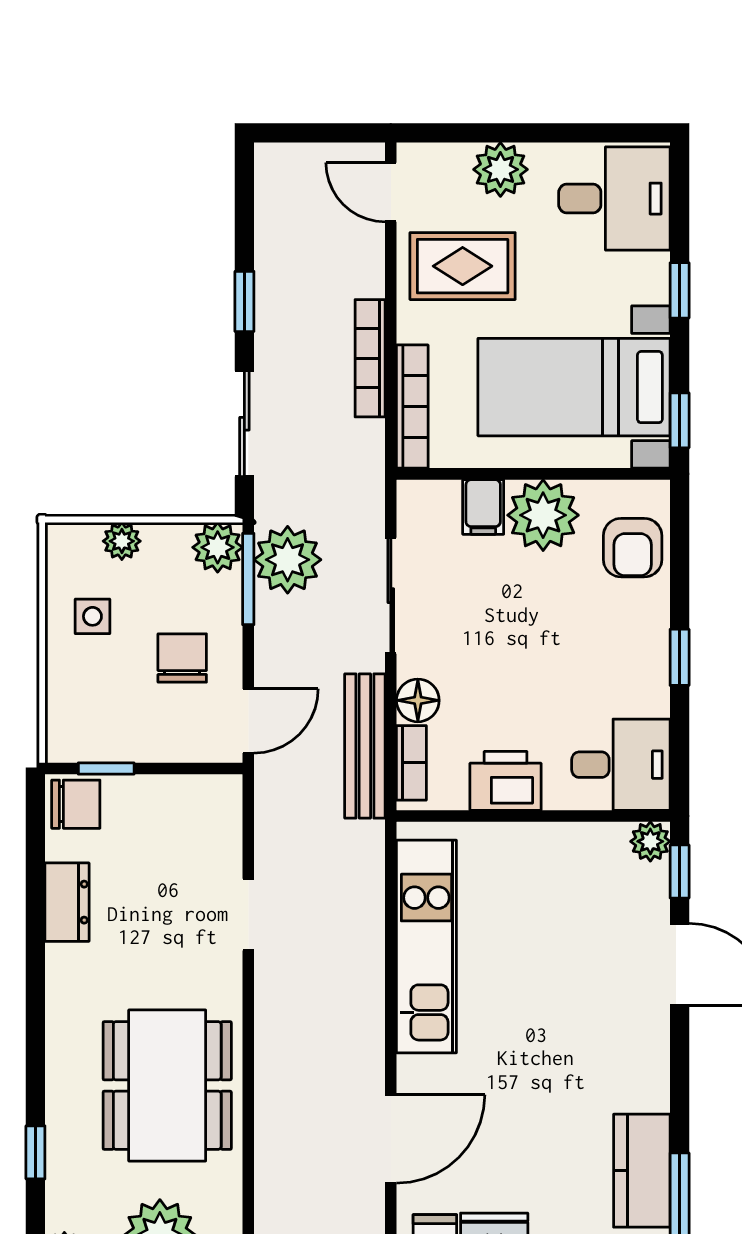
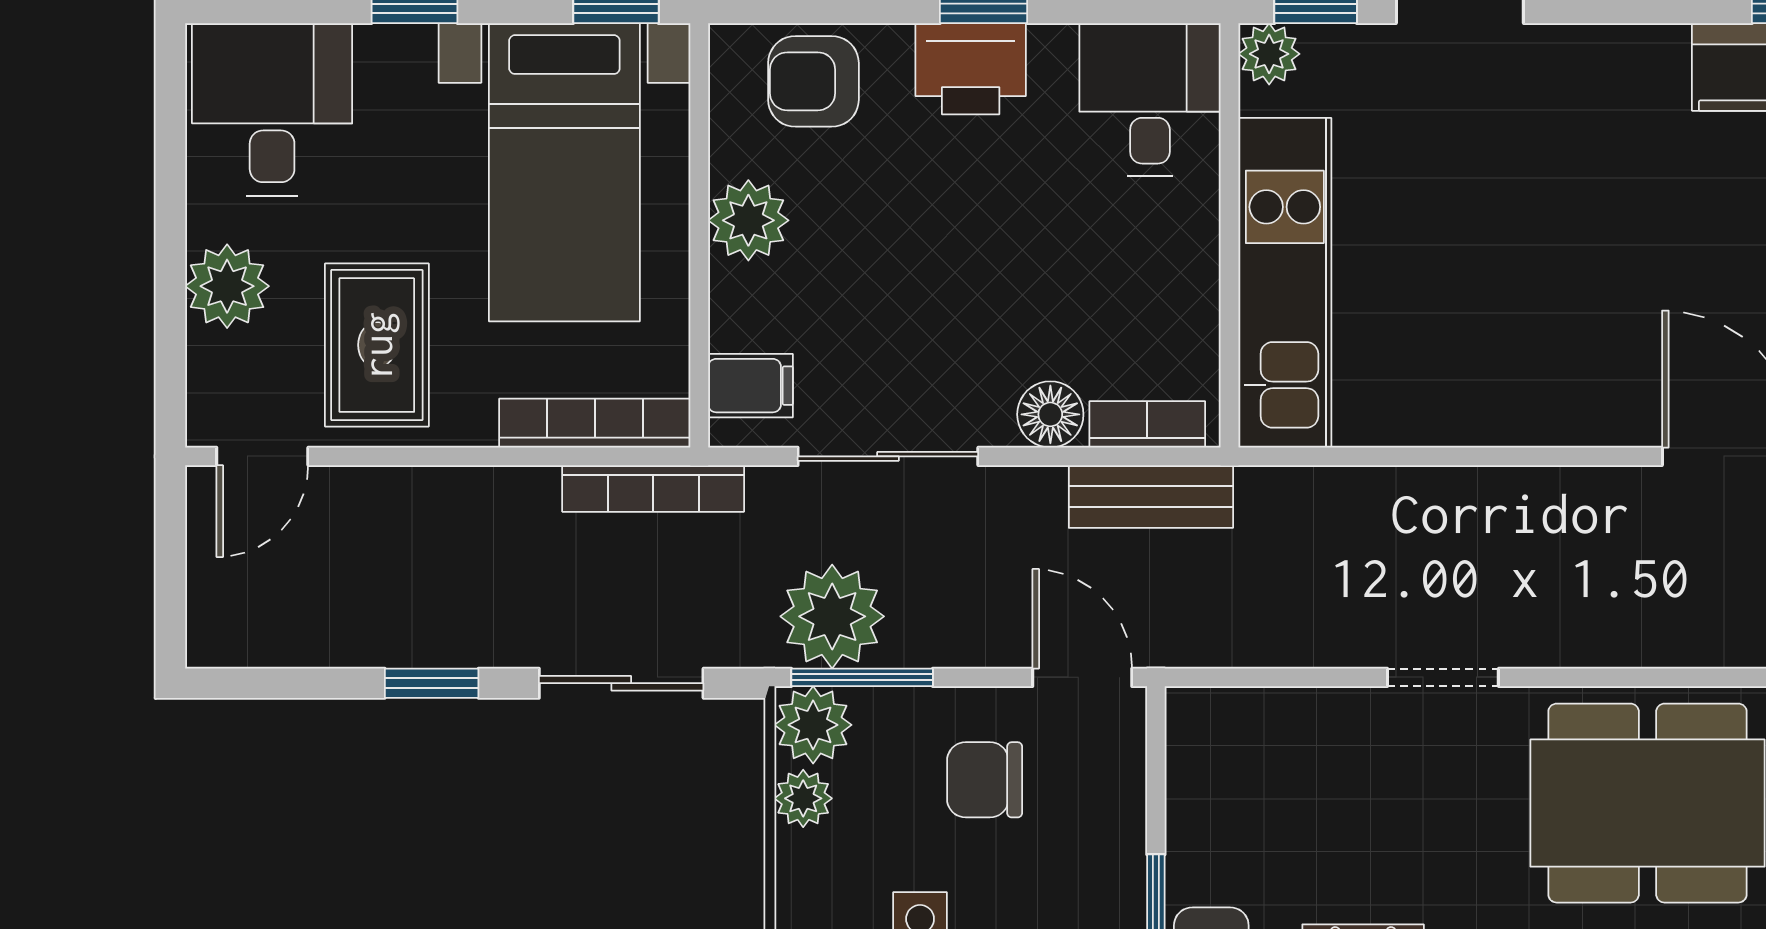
bookcase: (370, 358) -> (653, 488), moved
filing cabinet: (483, 507) -> (750, 386), moved
plant: (543, 515) -> (748, 220), width x0.73, depth x0.73
plant: (122, 541) -> (803, 798), moved
armchair: (633, 548) -> (813, 81), turned 180
bench: (365, 746) -> (1151, 497), width x0.73
printer: (506, 781) -> (971, 69), moved, turned -90
doorway: (248, 915) -> (1443, 677), moved
kitchen unit: (426, 947) -> (1285, 283), moved, turned 90

